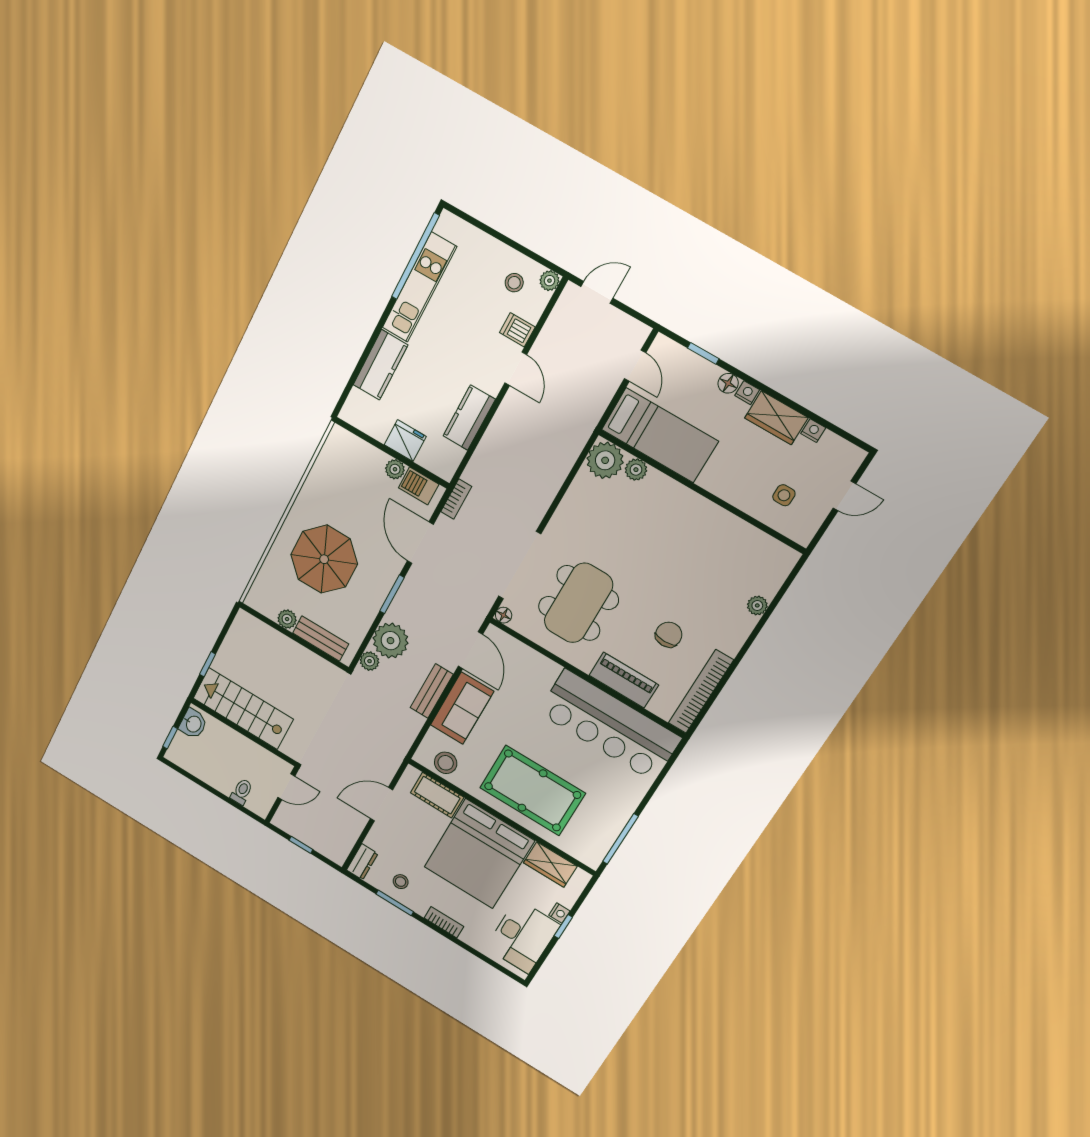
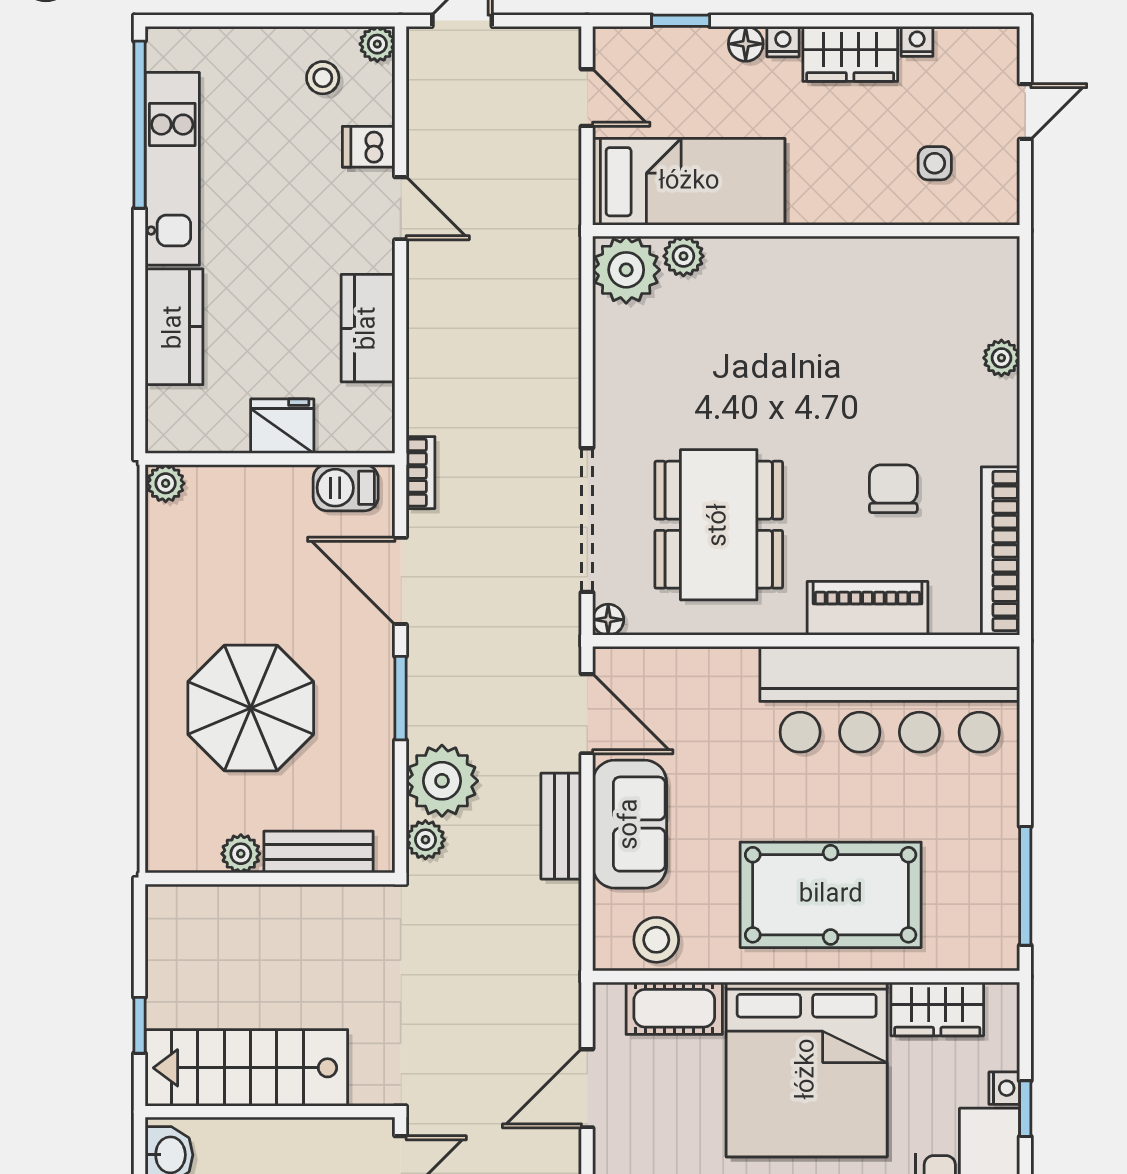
plant: (395, 469) -> (166, 483), moved

